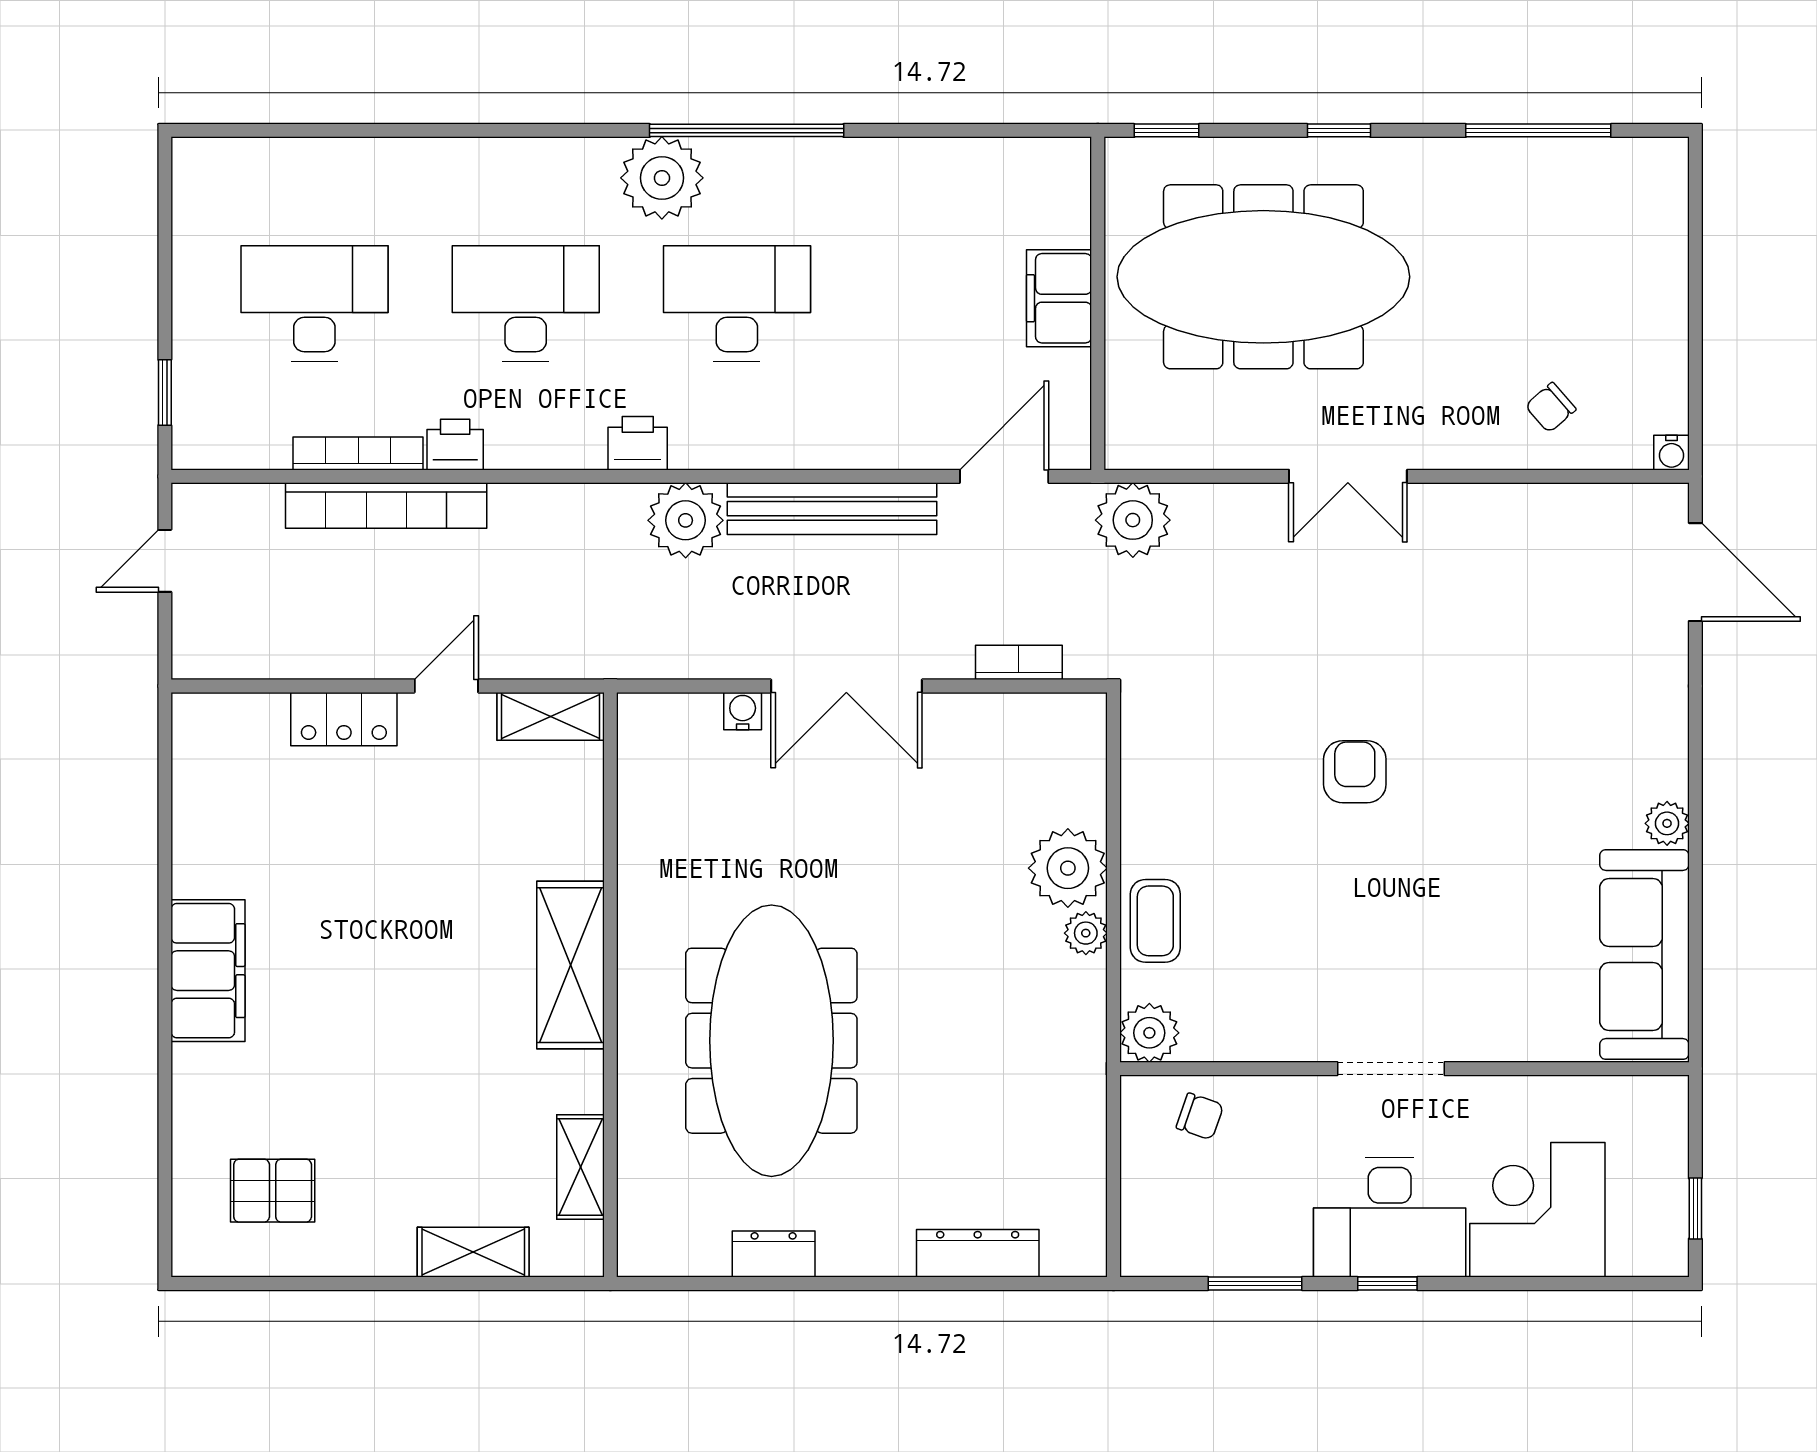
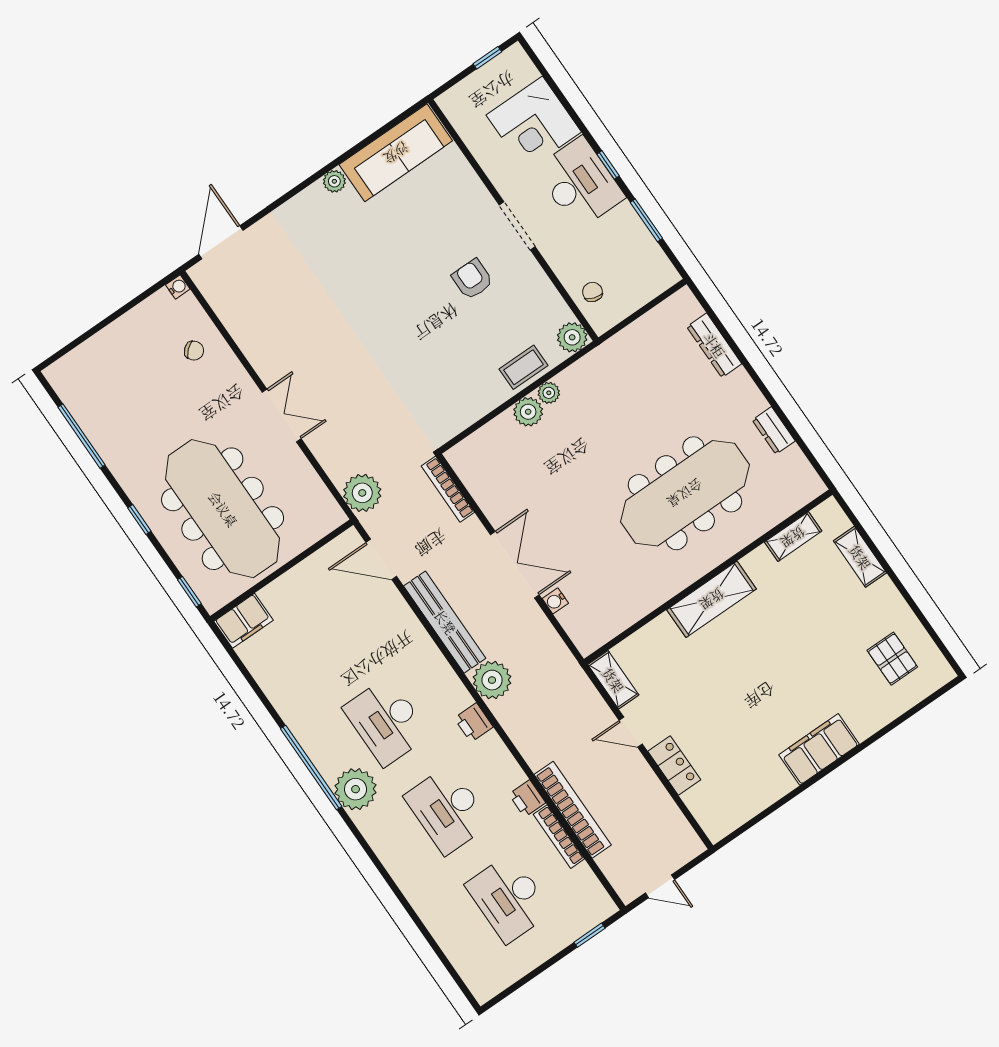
filing cabinet: (1059, 298) -> (244, 621), moved
bookcase: (1019, 662) -> (448, 489), width x1.56
armchair: (1355, 772) -> (472, 279), moved, turned 90
plant: (1068, 868) -> (528, 412), width x0.73, depth x0.73

